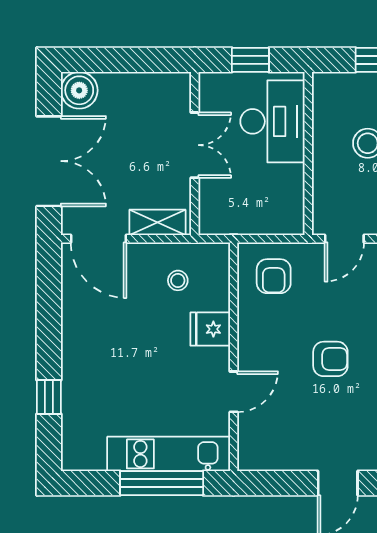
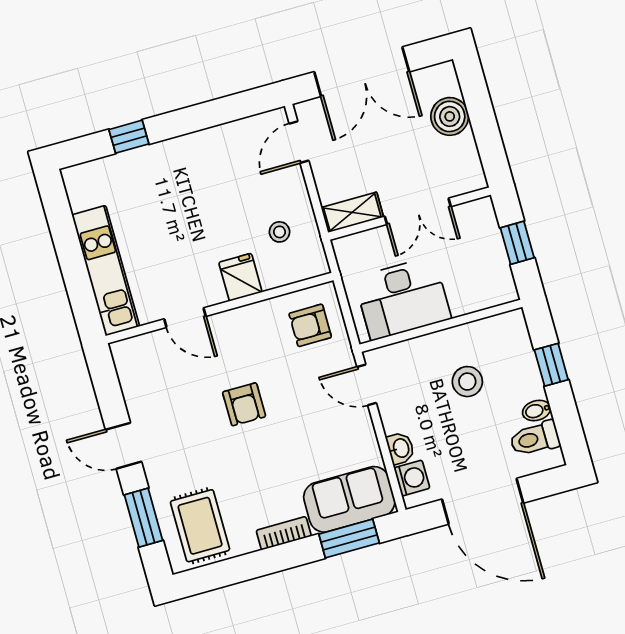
boiler: (79, 90) -> (450, 116), moved
desk: (273, 121) -> (403, 298), moved
shelving: (157, 222) -> (352, 212), moved, turned 90
door: (99, 239) -> (299, 142), width x0.73
window: (162, 483) -> (75, 272), removed

